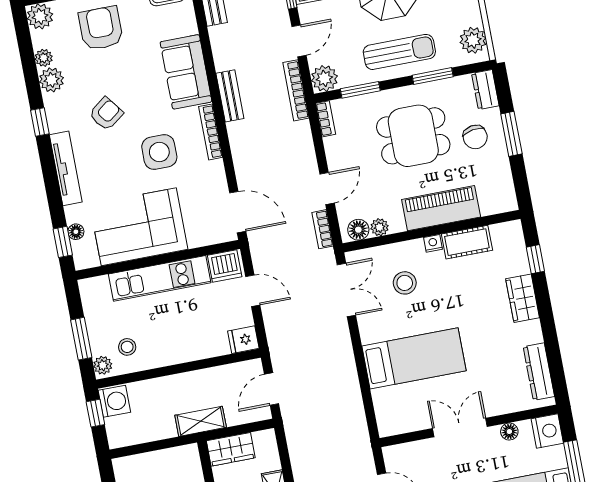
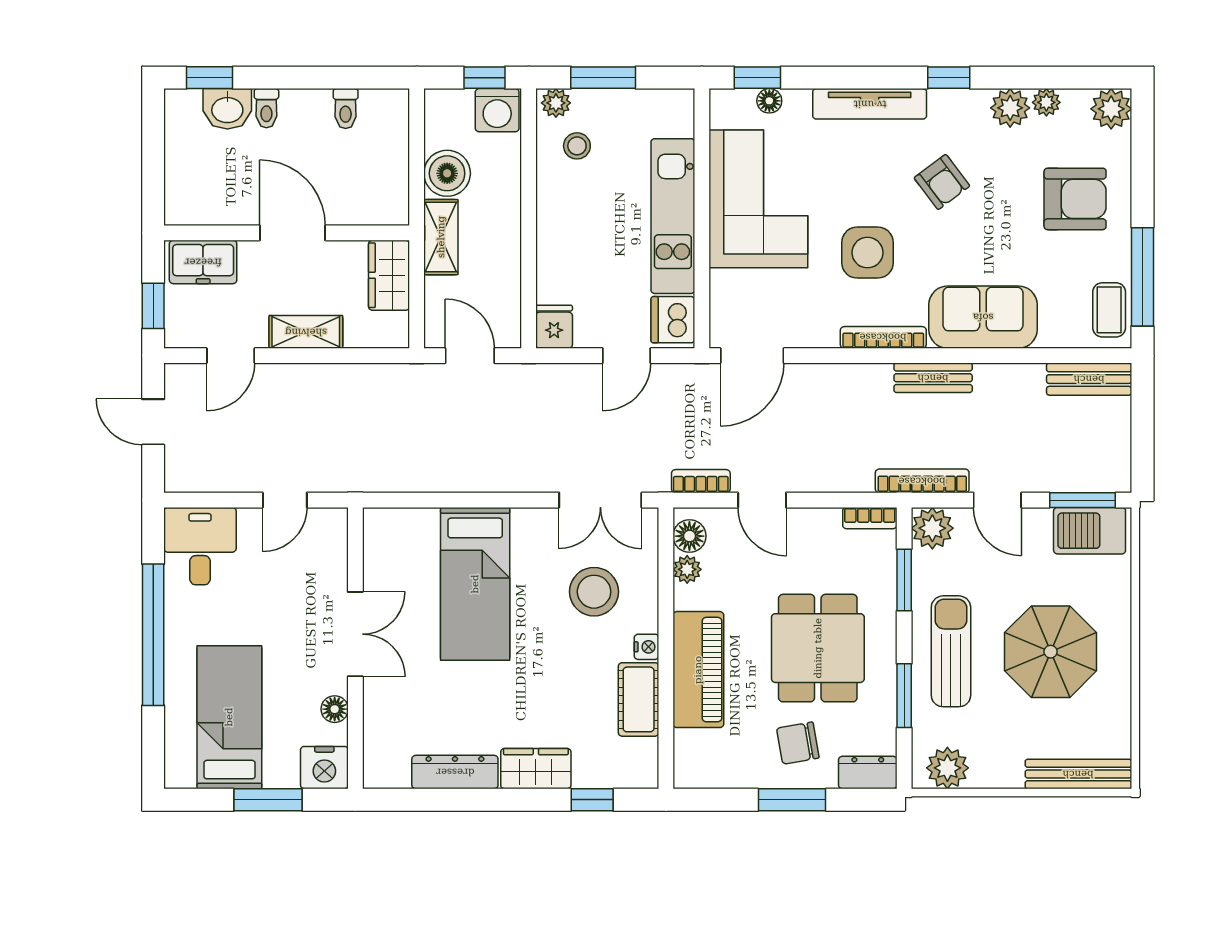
sun lounger: (399, 52) -> (951, 651), turned 180
stool: (405, 283) -> (594, 592), width x1.38, depth x1.38
dresser: (539, 372) -> (455, 772), moved
boiler: (160, 425) -> (447, 173), added

